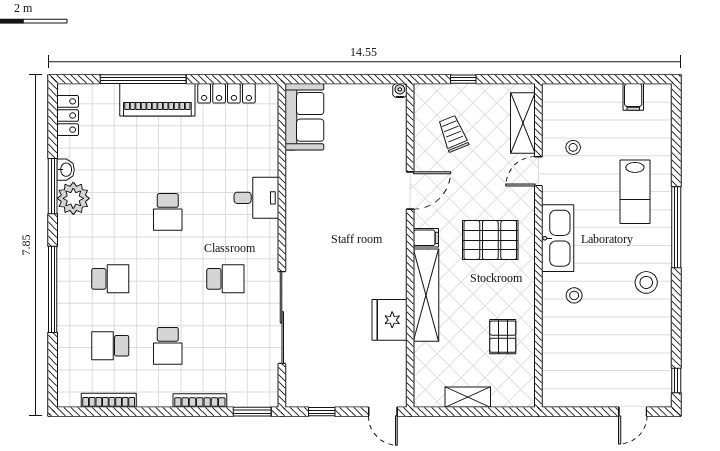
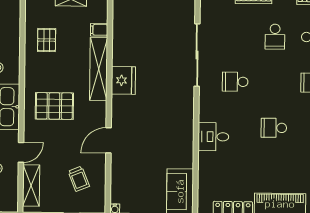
school desk: (168, 212) -> (274, 128), turned -90
filing cabinet: (426, 238) -> (99, 30), moved
fridge: (389, 320) -> (123, 80), moved
school desk: (168, 346) -> (275, 37), turned 180

